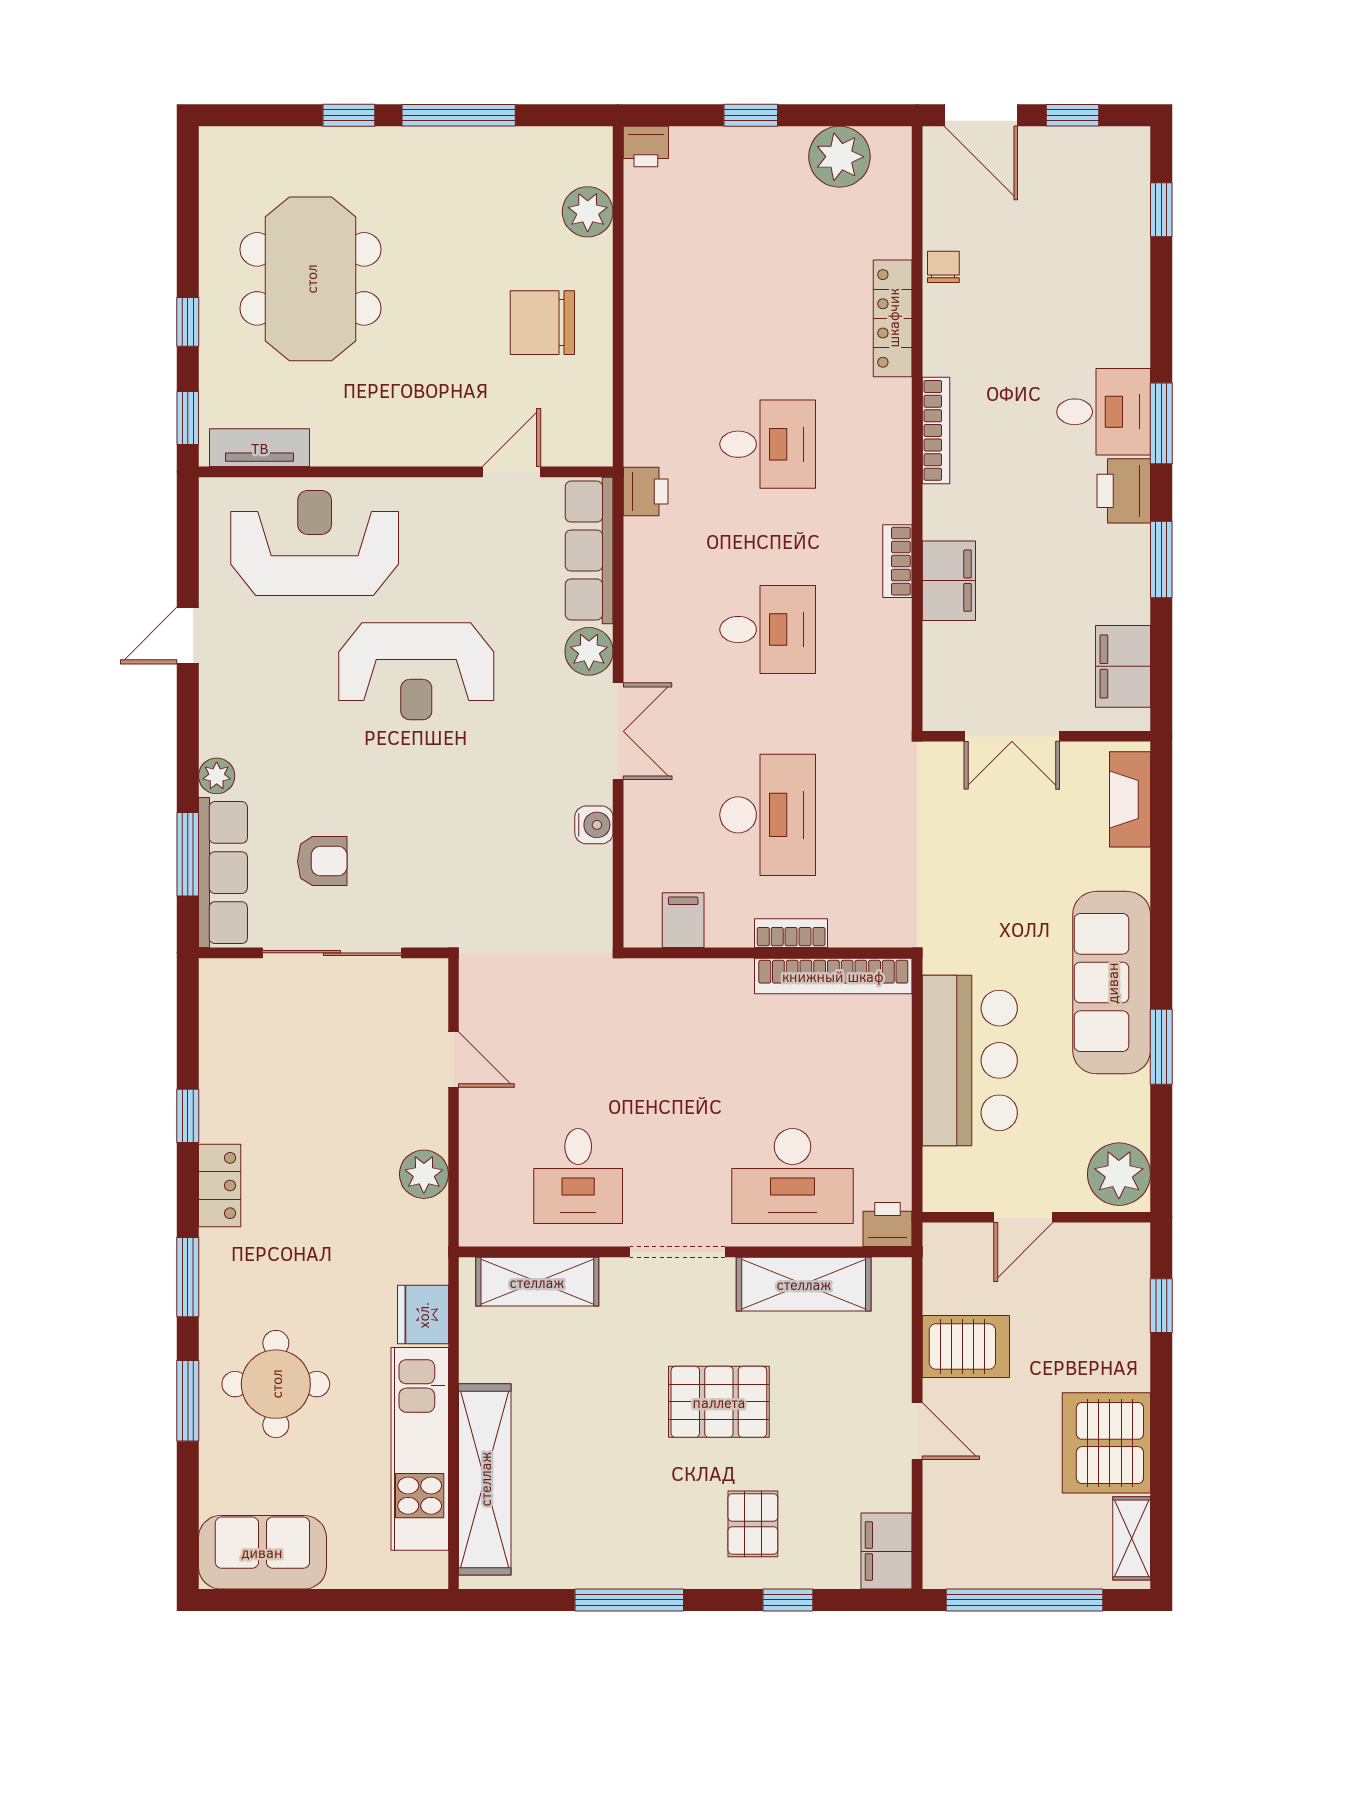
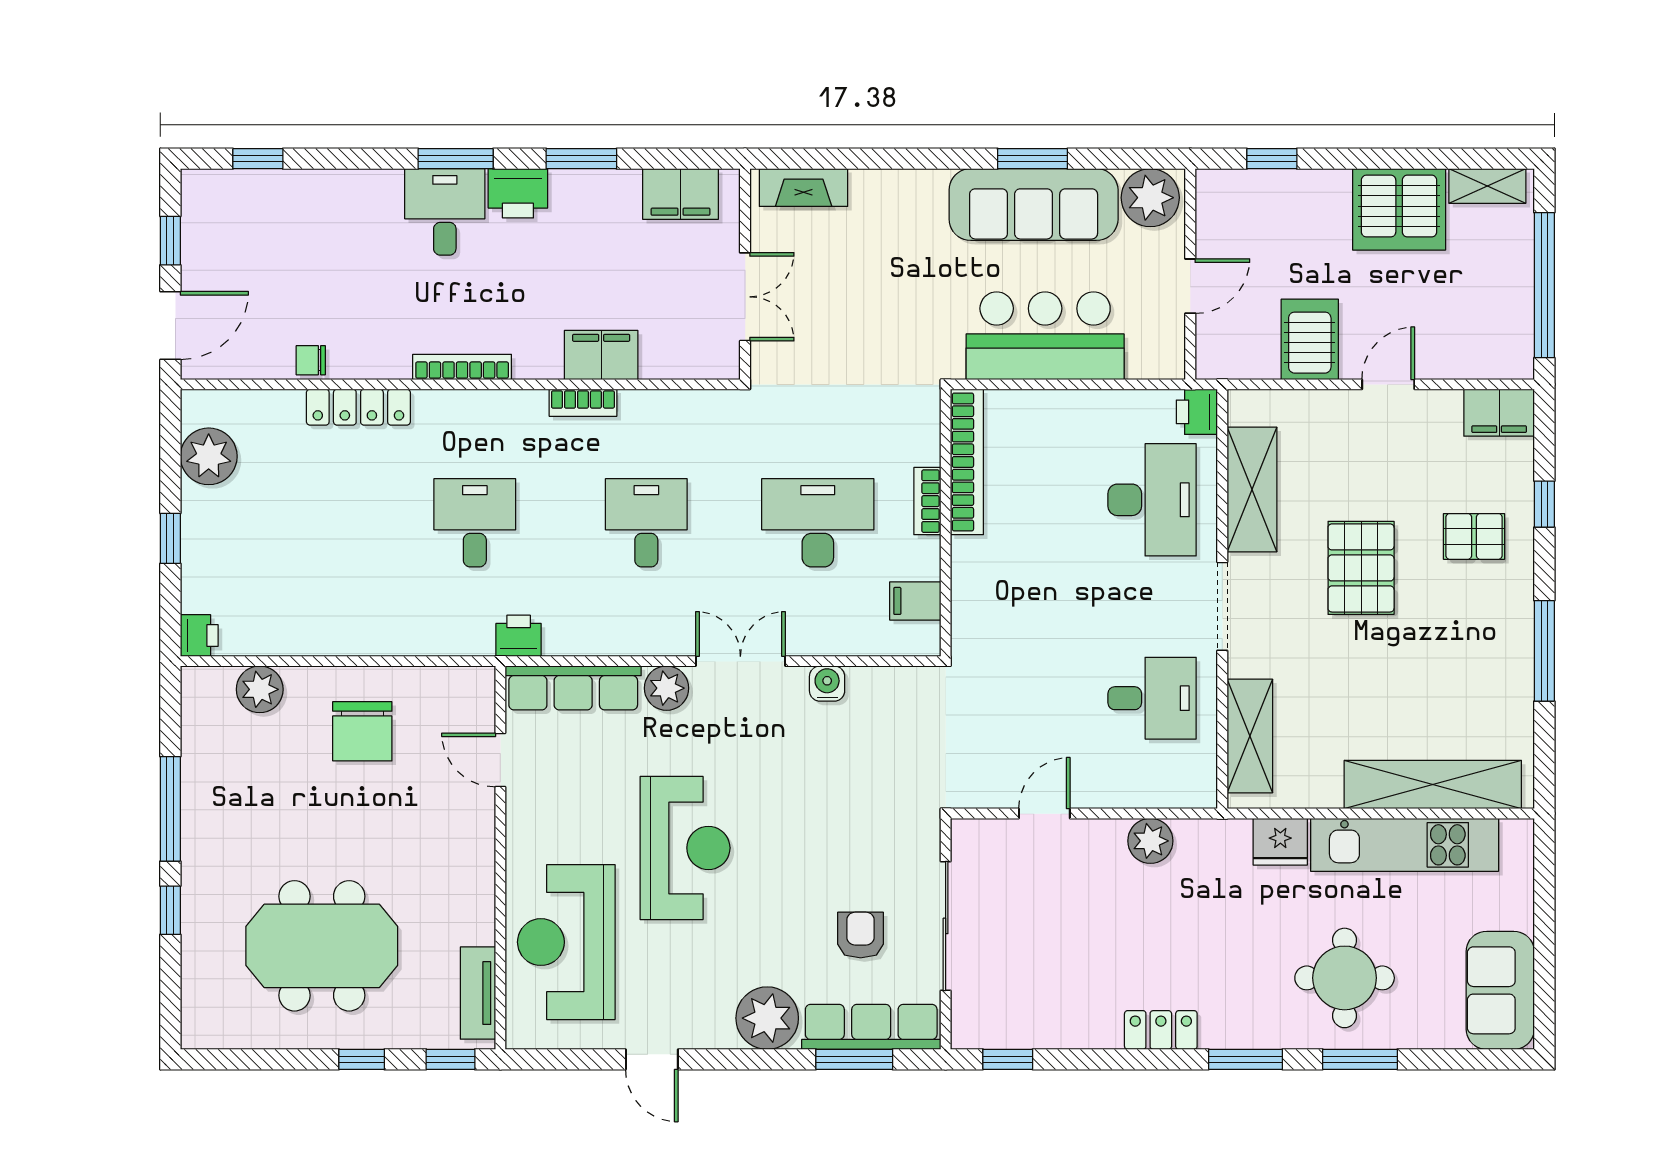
plant: (217, 776) -> (767, 1018), width x1.87, depth x1.87
sofa: (1112, 983) -> (1034, 205), moved
window: (188, 1116) -> (1008, 1059), moved
door: (1023, 1217) -> (1190, 286), hinge flipped

